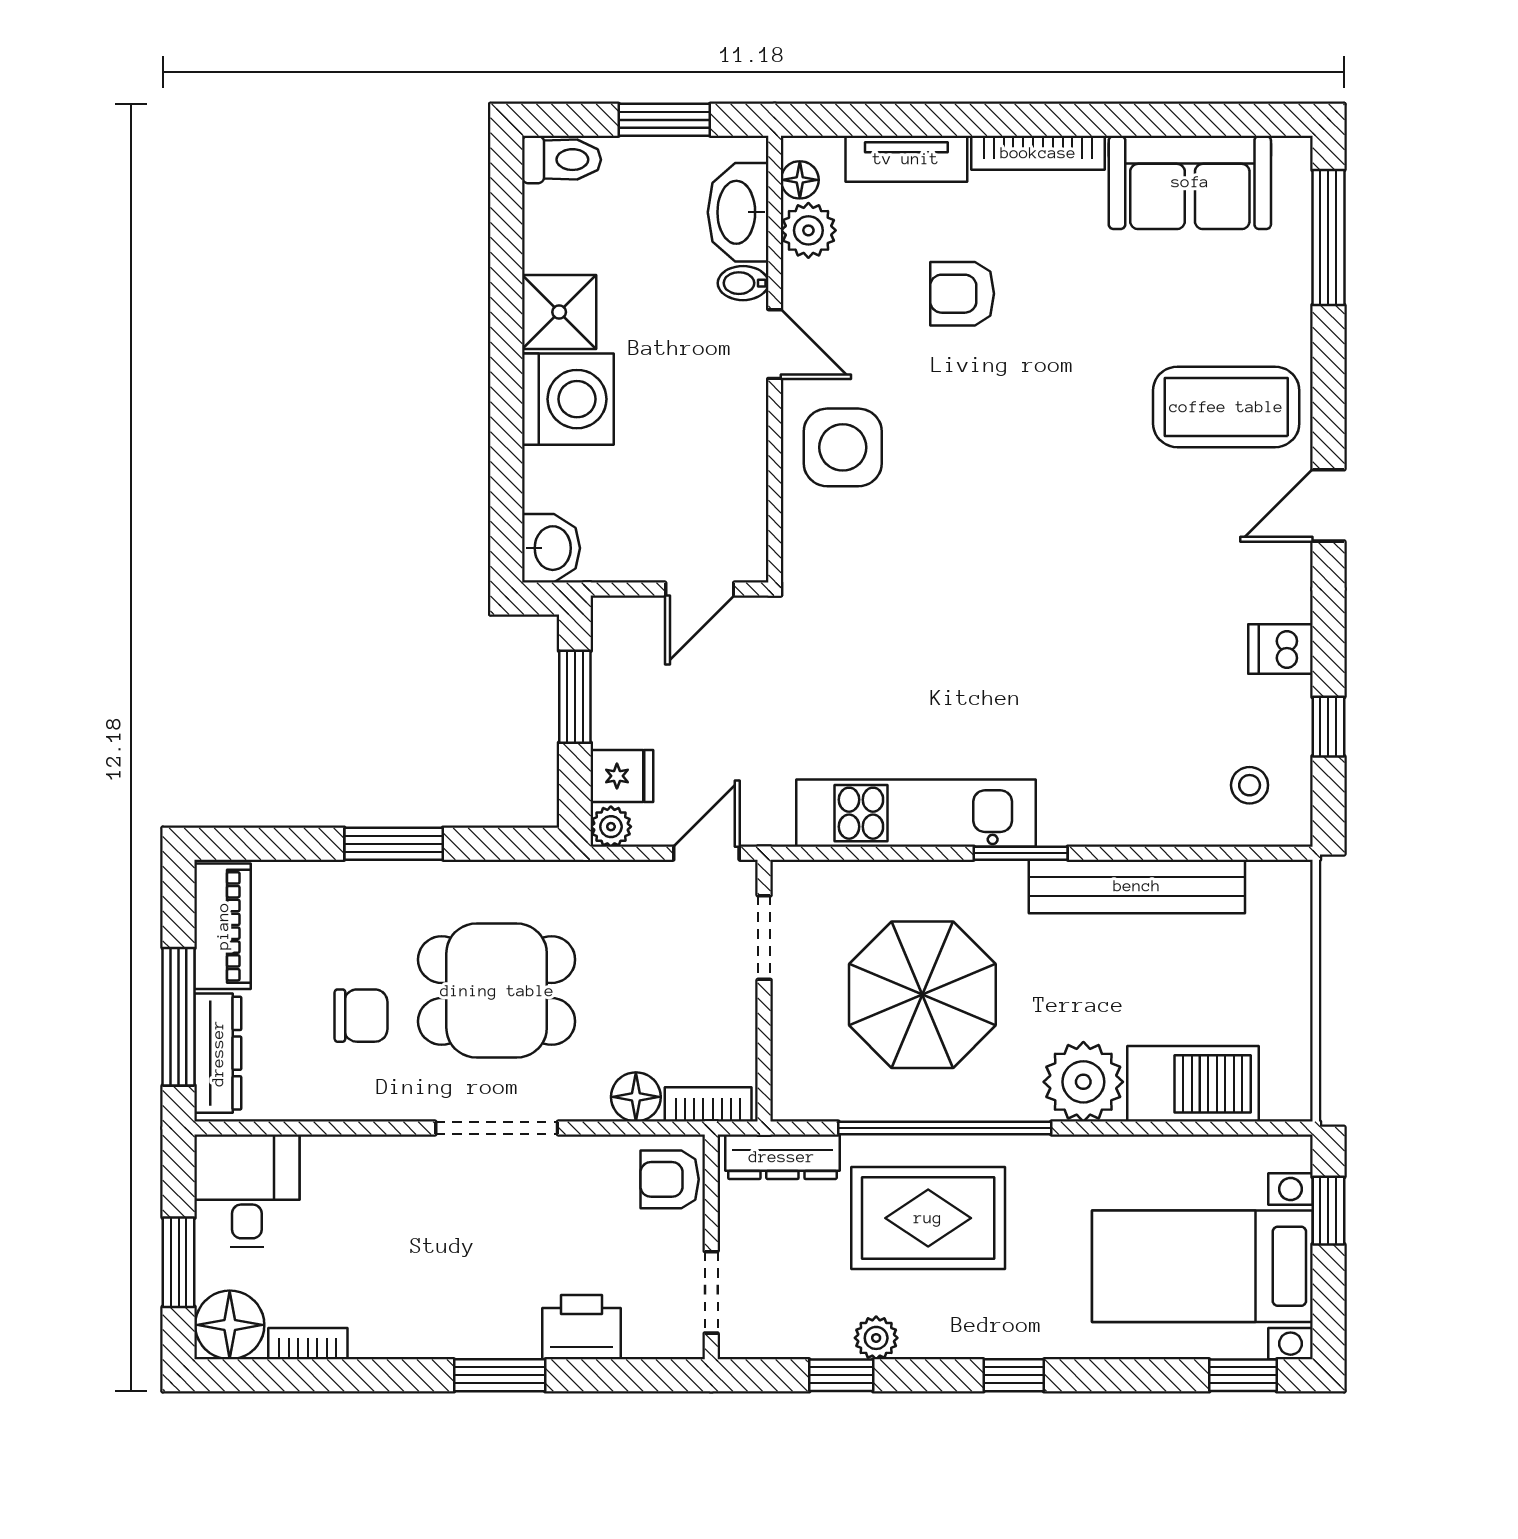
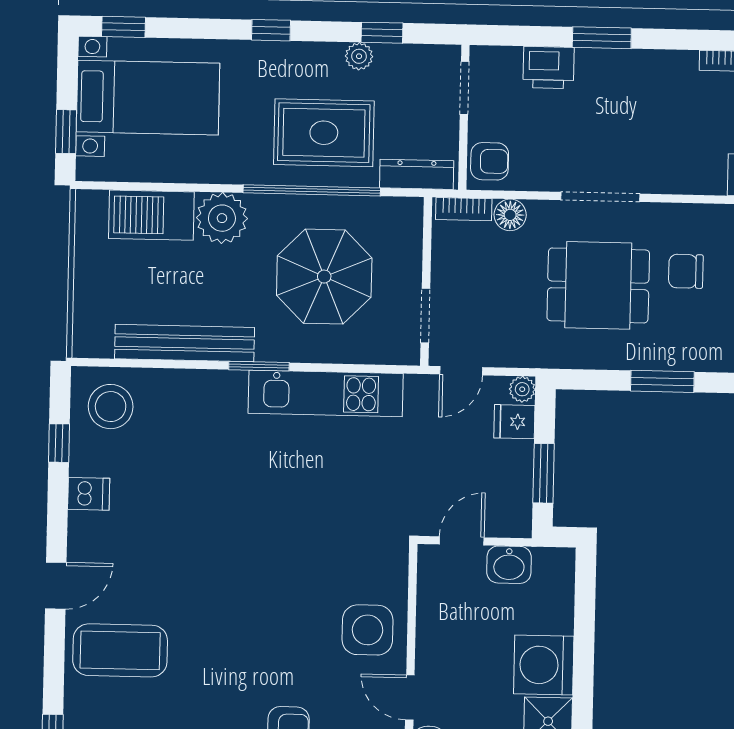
washbasin: (551, 548) -> (509, 565), moved, turned -90
stool: (1250, 785) -> (111, 407), width x1.89, depth x1.89

